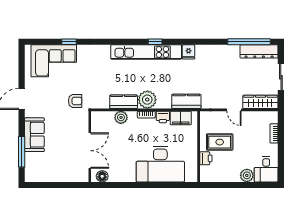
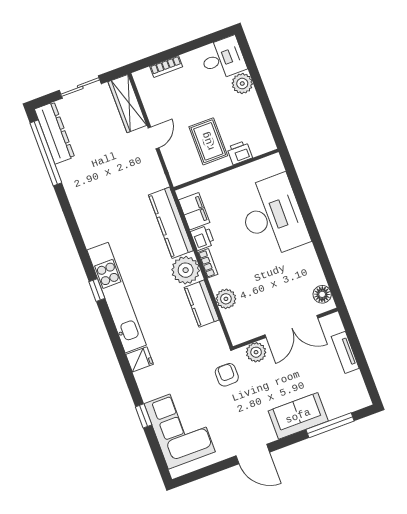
fridge: (188, 52) -> (140, 359), moved
kitchen counter: (186, 101) -> (171, 223), width x1.50
plant: (82, 124) -> (256, 352), added
double door: (90, 151) -> (291, 326), swing flipped
tv unit: (62, 177) -> (345, 352), added

